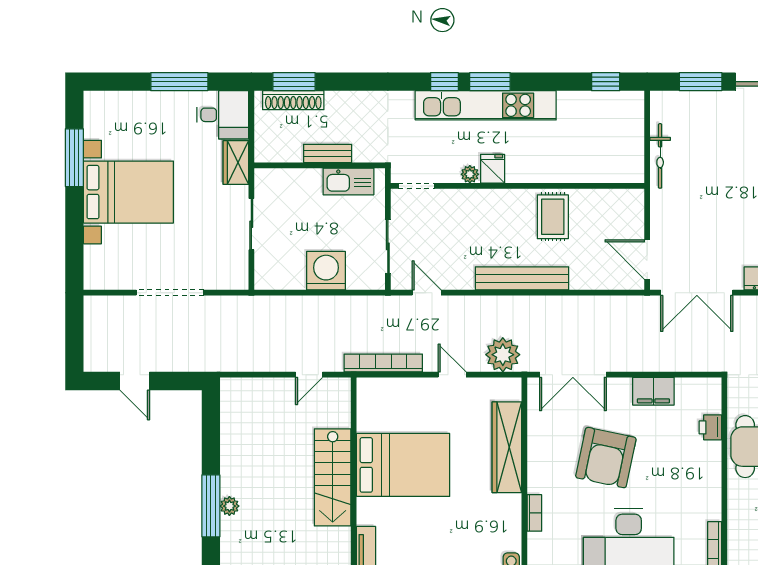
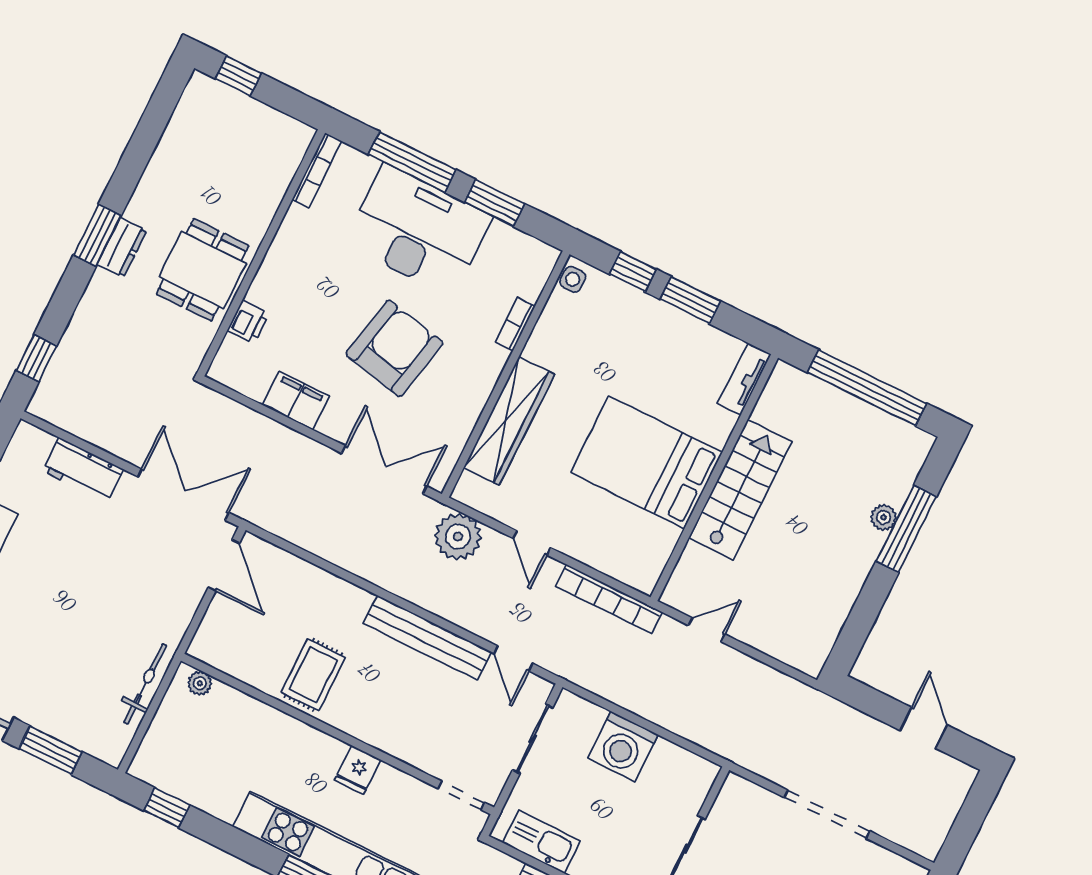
plant: (470, 174) -> (200, 683), moved
bench: (522, 278) -> (427, 638), moved

